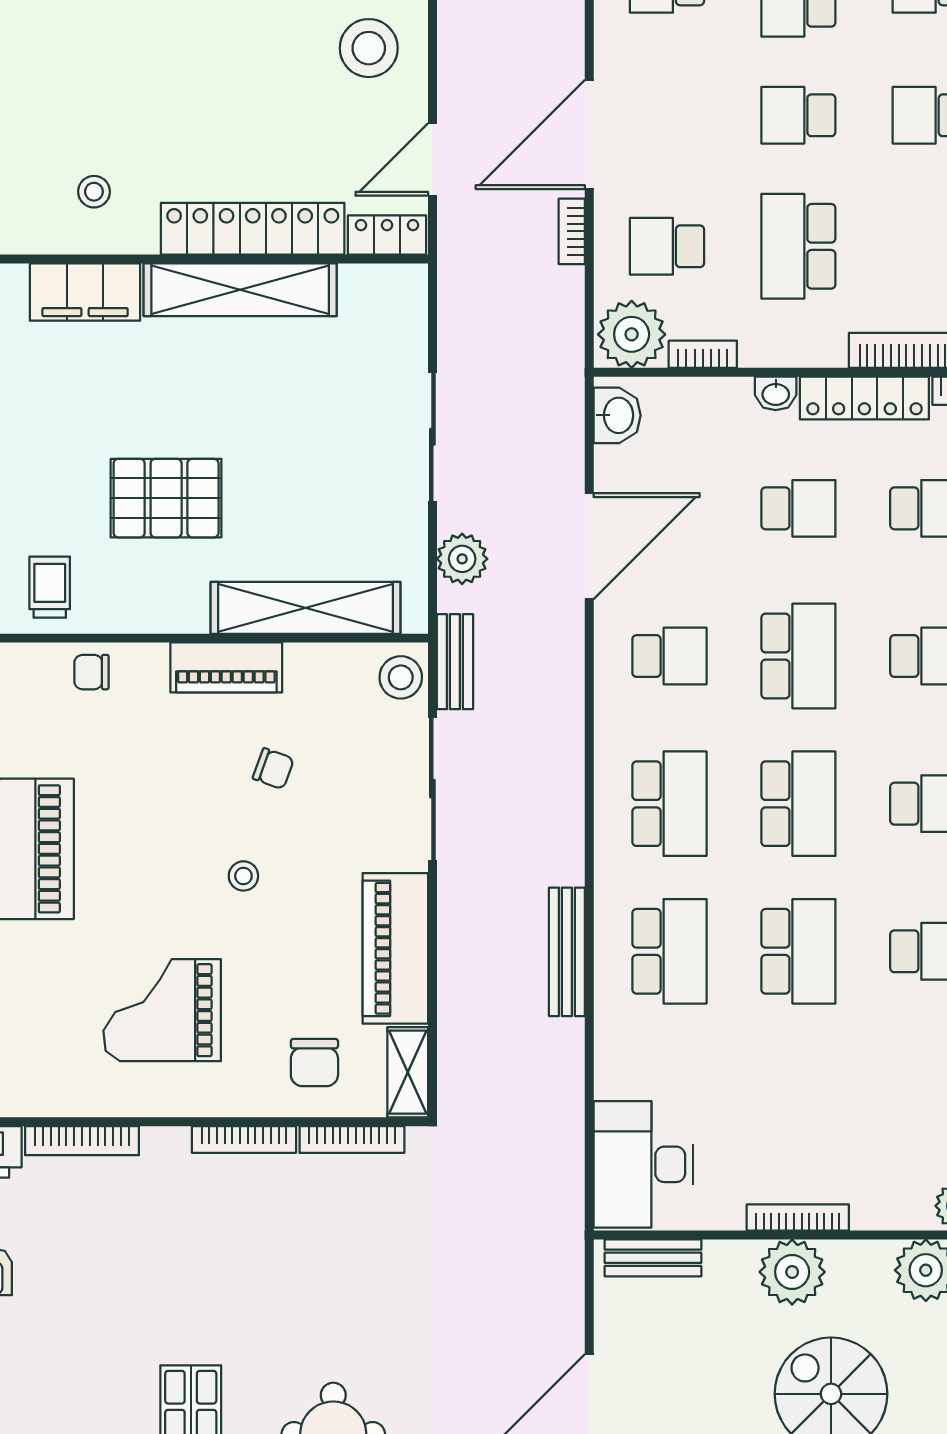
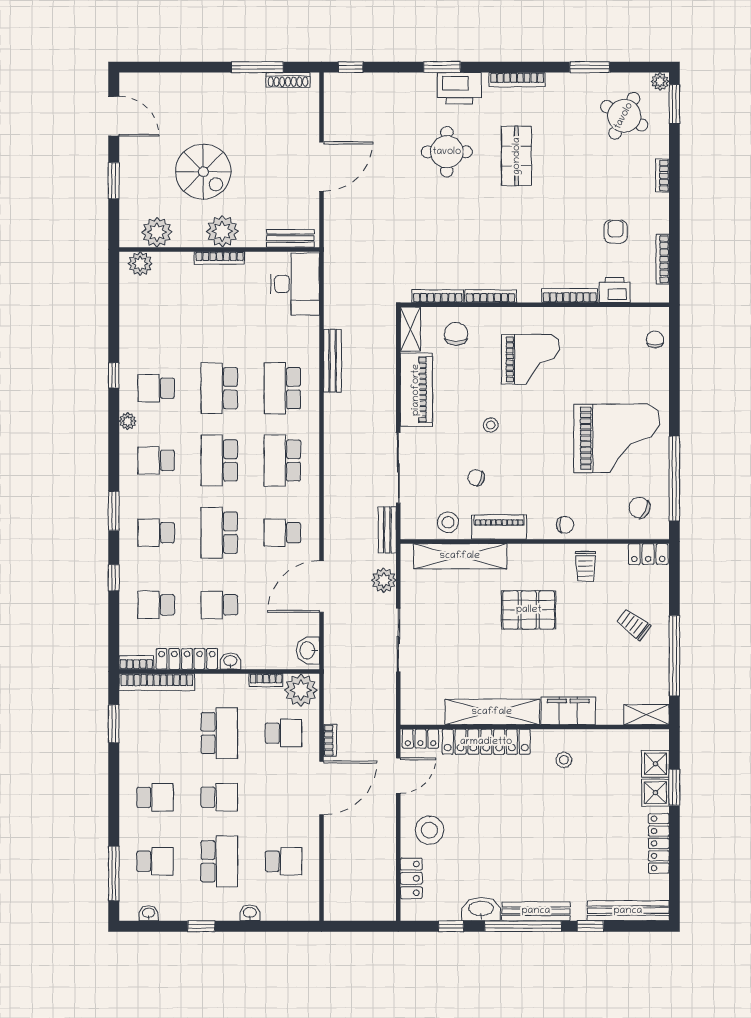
stool: (401, 677) -> (448, 522), moved
bench: (567, 952) -> (332, 361), moved

